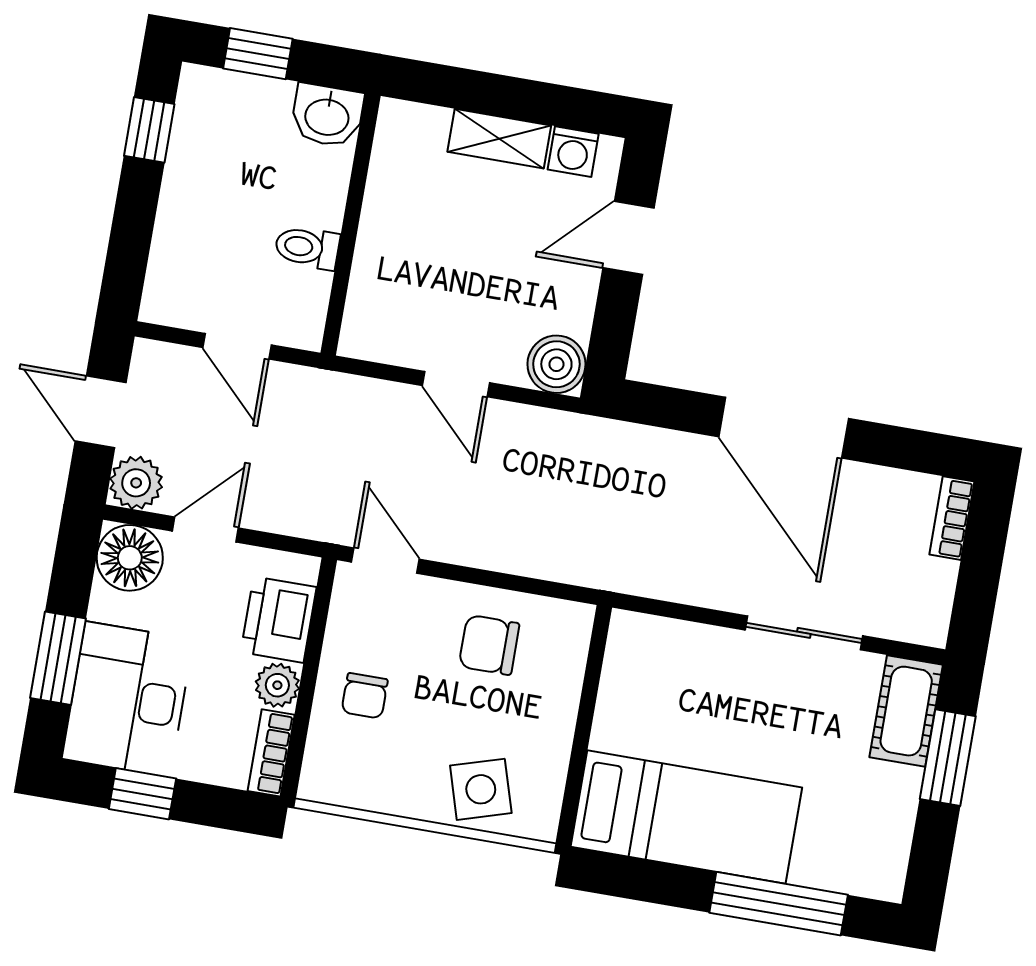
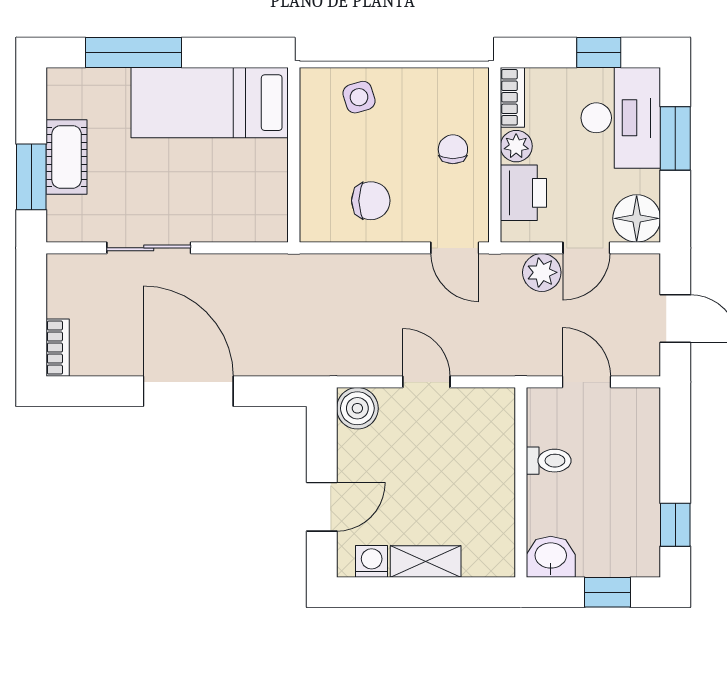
plant: (136, 483) -> (542, 272), moved
cot: (906, 711) -> (67, 157), moved
side table: (481, 789) -> (359, 97), width x0.73, depth x0.73

